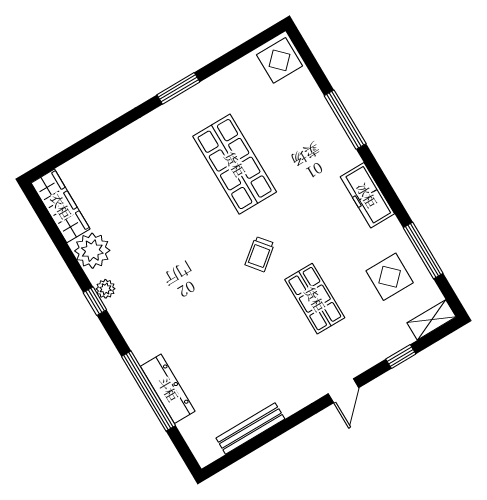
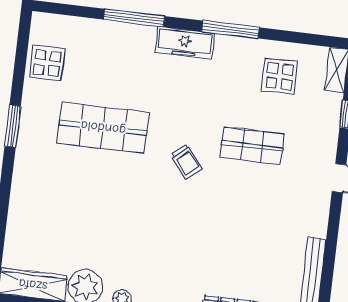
display table: (279, 60) -> (47, 63), moved
freezer: (367, 195) -> (185, 43), moved
window: (423, 251) -> (231, 29), moved

